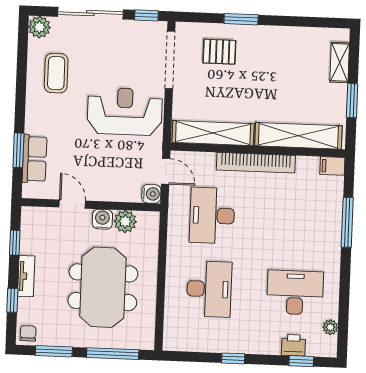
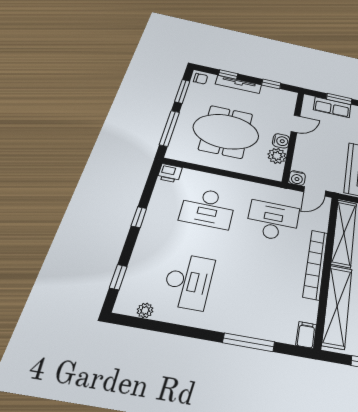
tv unit: (26, 276) -> (238, 84), width x1.41
printer: (293, 345) -> (170, 173), moved, turned 90

